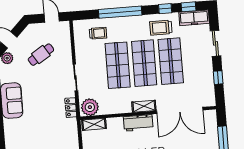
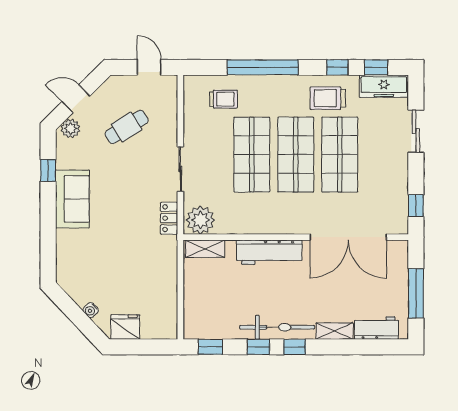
window: (218, 78) -> (416, 206), moved
shelving: (144, 106) -> (290, 226), removed
workbench: (138, 123) -> (269, 252), width x1.37

